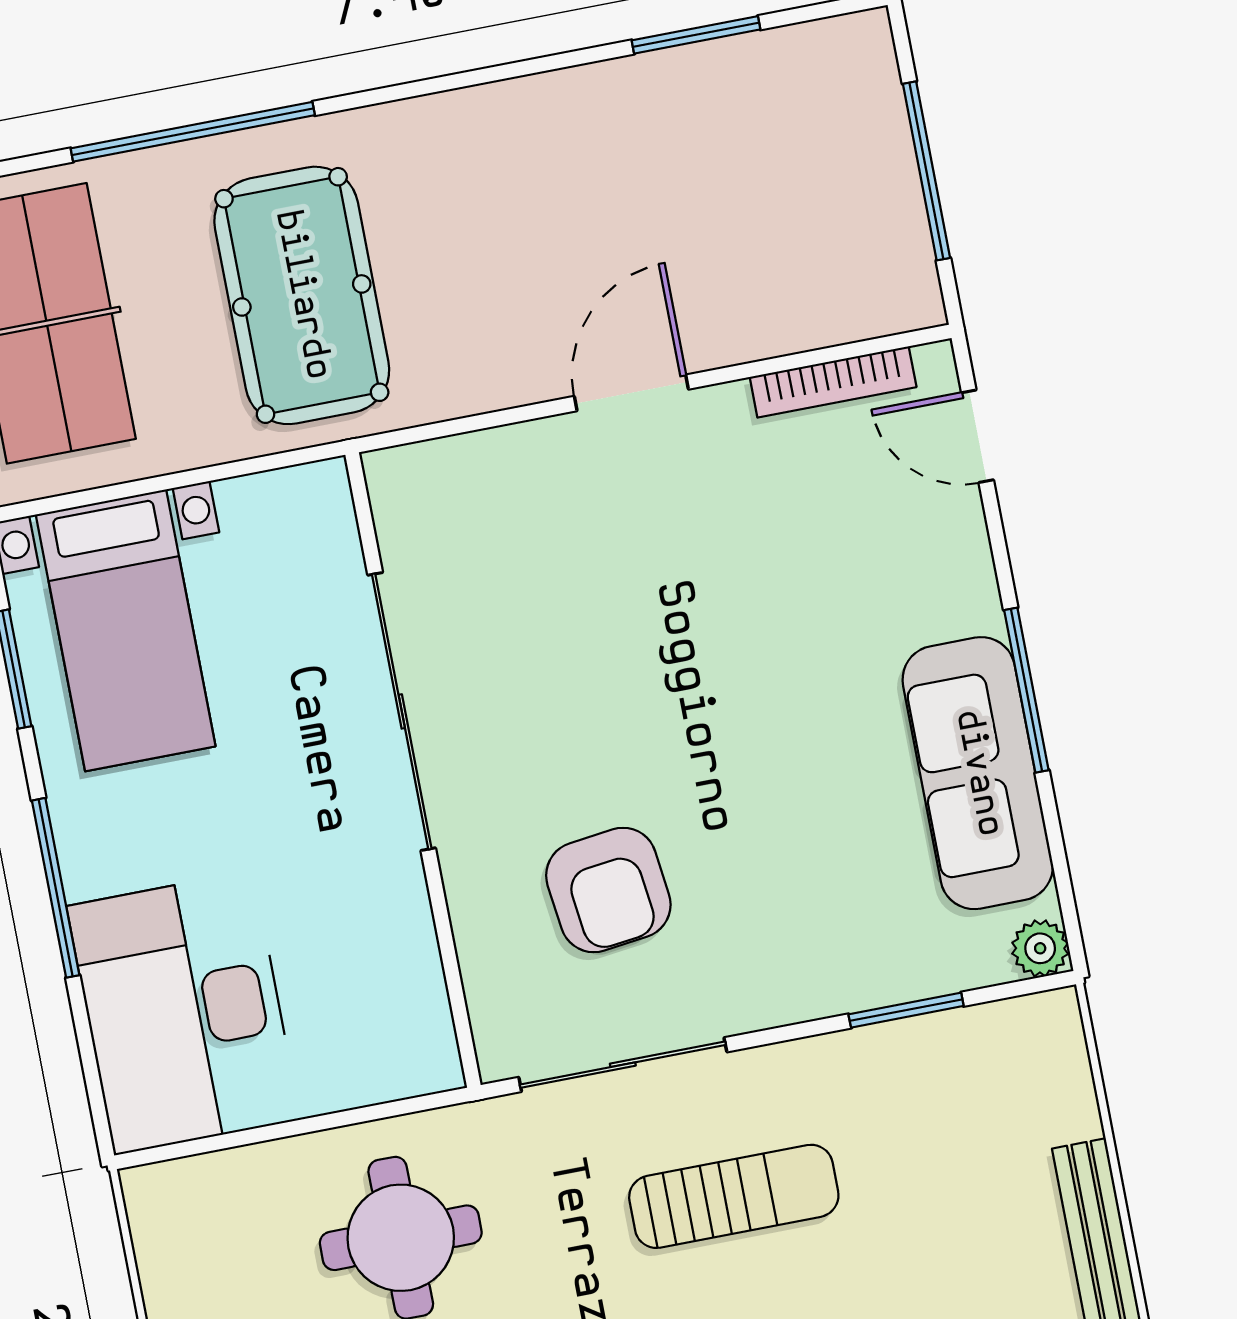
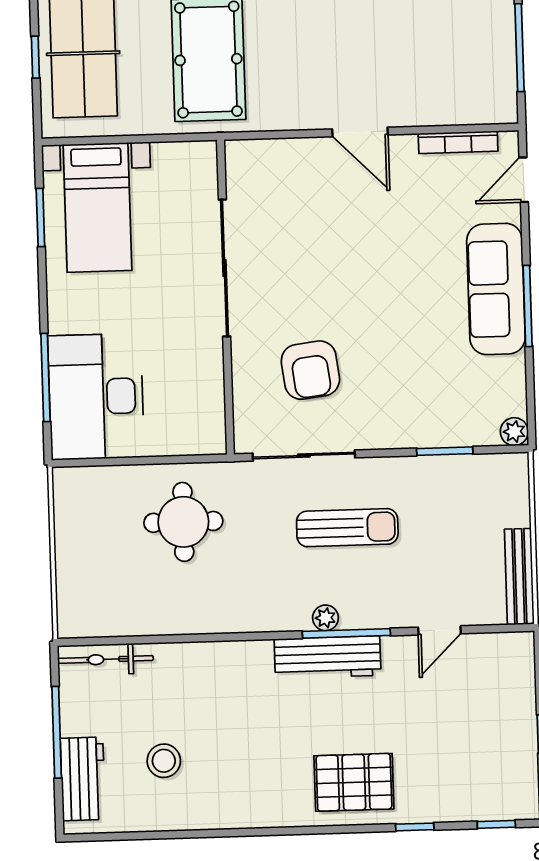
door: (631, 393) -> (360, 132), swing flipped
door: (978, 436) -> (524, 180), hinge flipped
sofa: (978, 773) -> (496, 289), moved
window: (56, 888) -> (45, 378), moved

